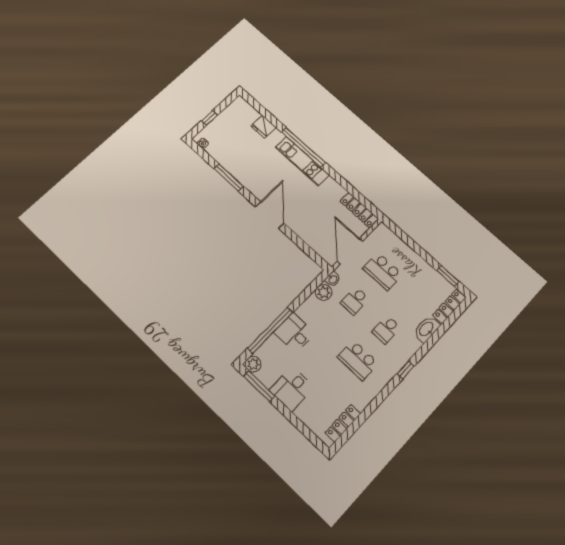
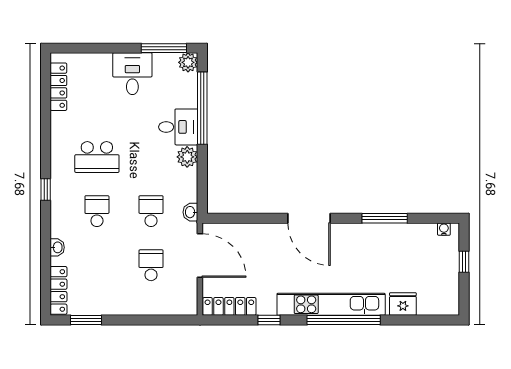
kitchen unit: (302, 161) -> (331, 304), width x1.36
window: (344, 183) -> (269, 320), added
school desk: (383, 271) -> (151, 265), width x0.54
plant: (324, 292) -> (187, 157), moved
washbasin: (427, 329) -> (57, 247), width x0.52, depth x0.69
school desk: (358, 360) -> (97, 157), turned 180

